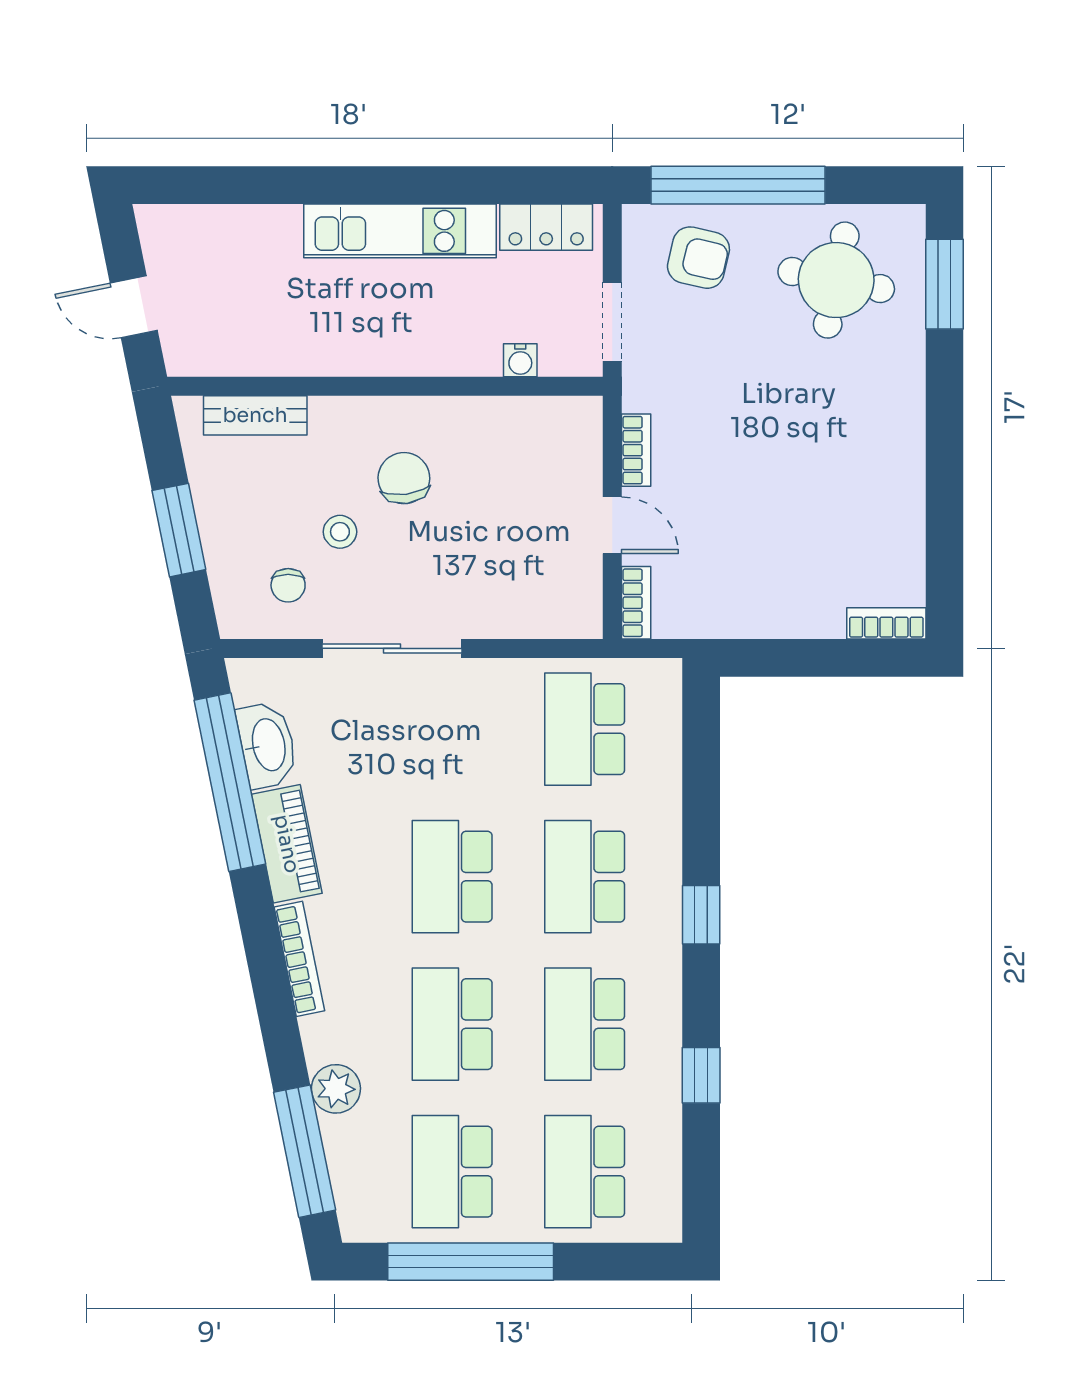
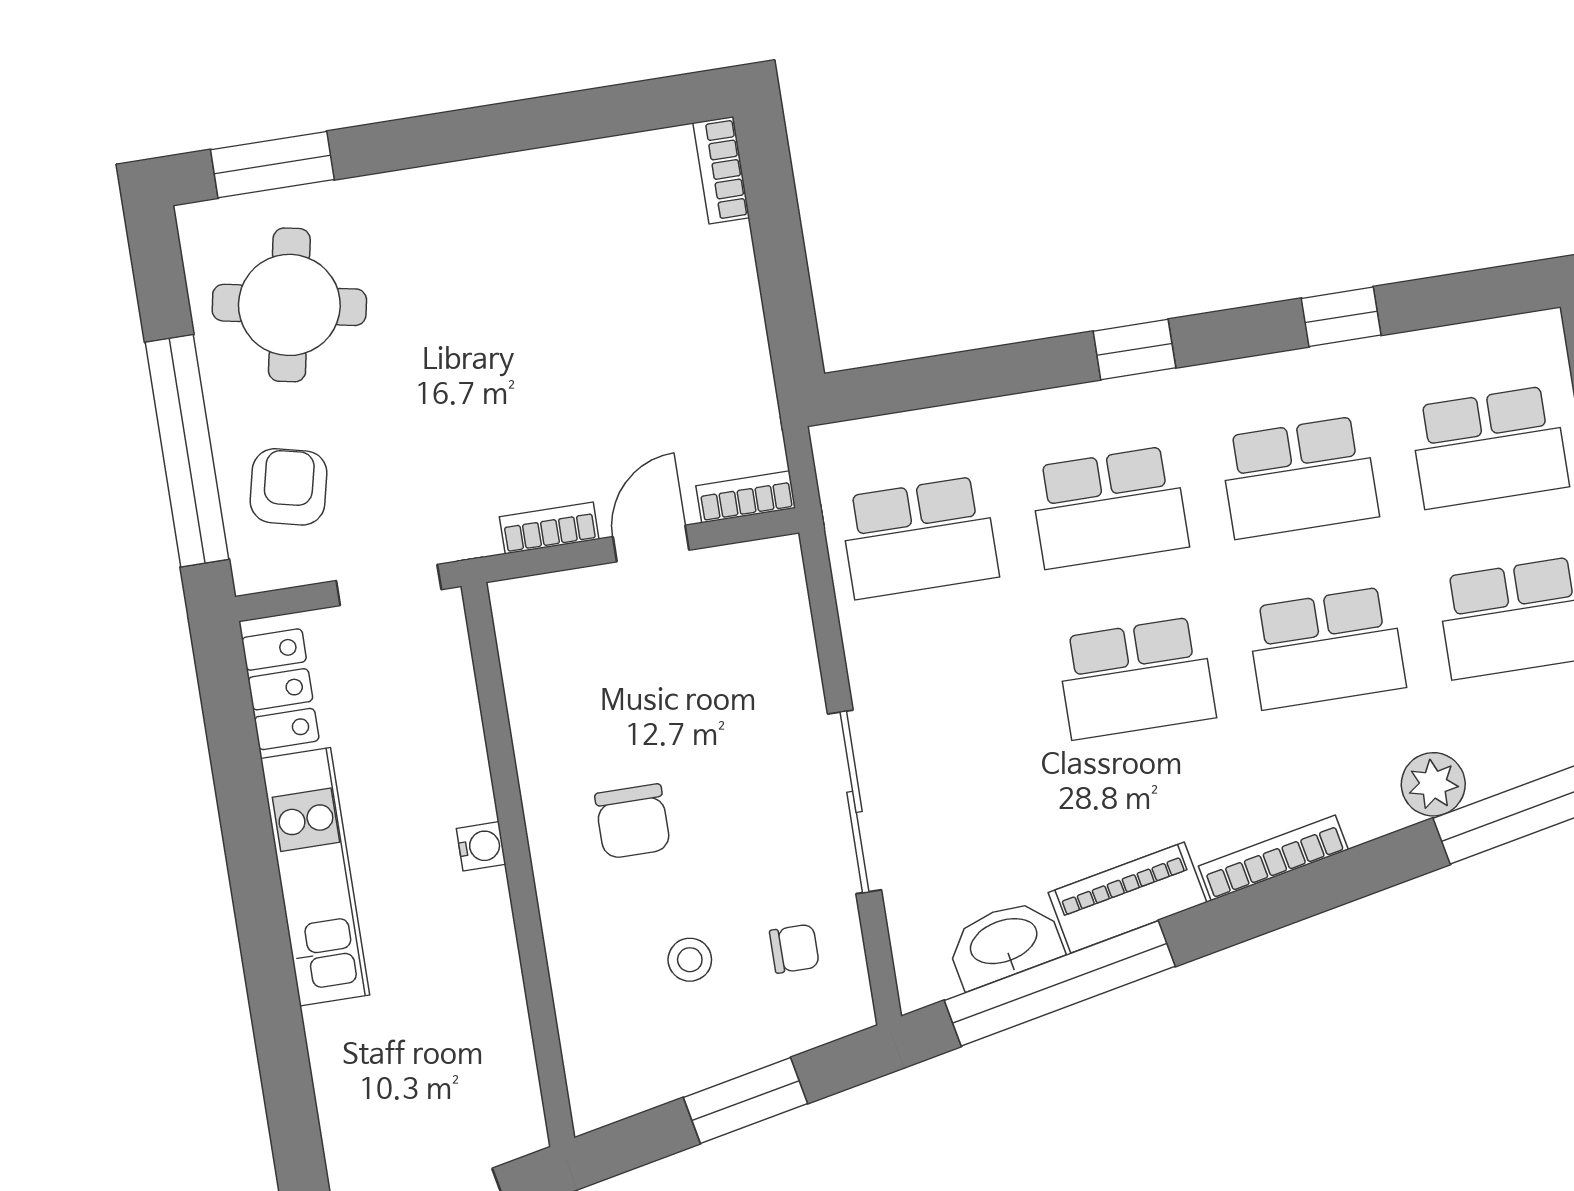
water cooler: (520, 360) -> (481, 846), moved
bench: (255, 415) -> (582, 1026), removed
chair: (404, 478) -> (633, 821), turned -83
stool: (340, 532) -> (690, 960), moved

